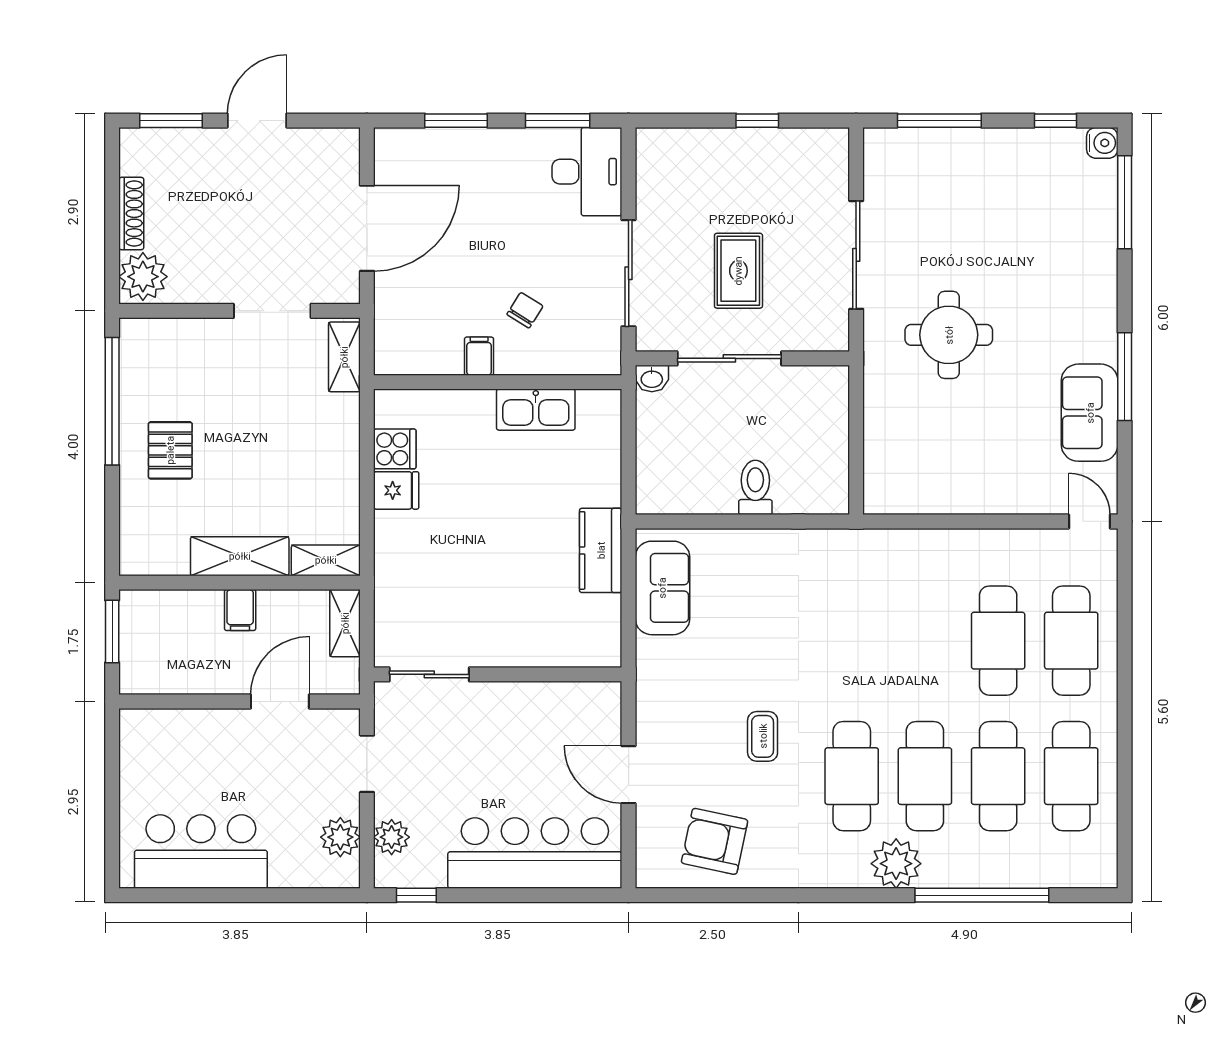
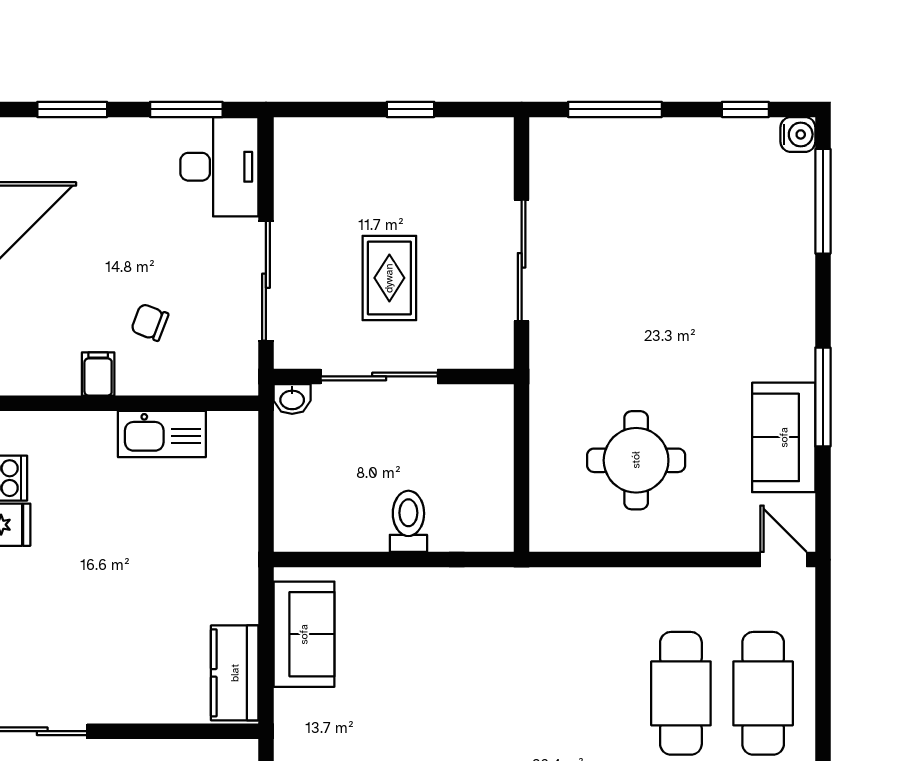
chair: (525, 310) -> (150, 322), turned -101
round table: (949, 335) -> (636, 460), moved
kitchen counter: (601, 550) -> (235, 673), moved

